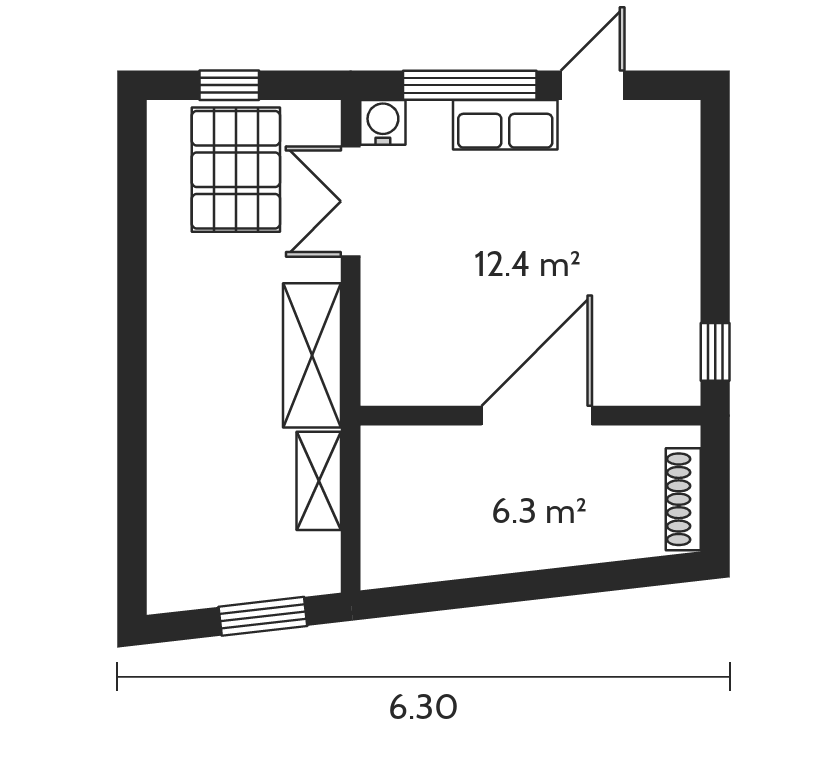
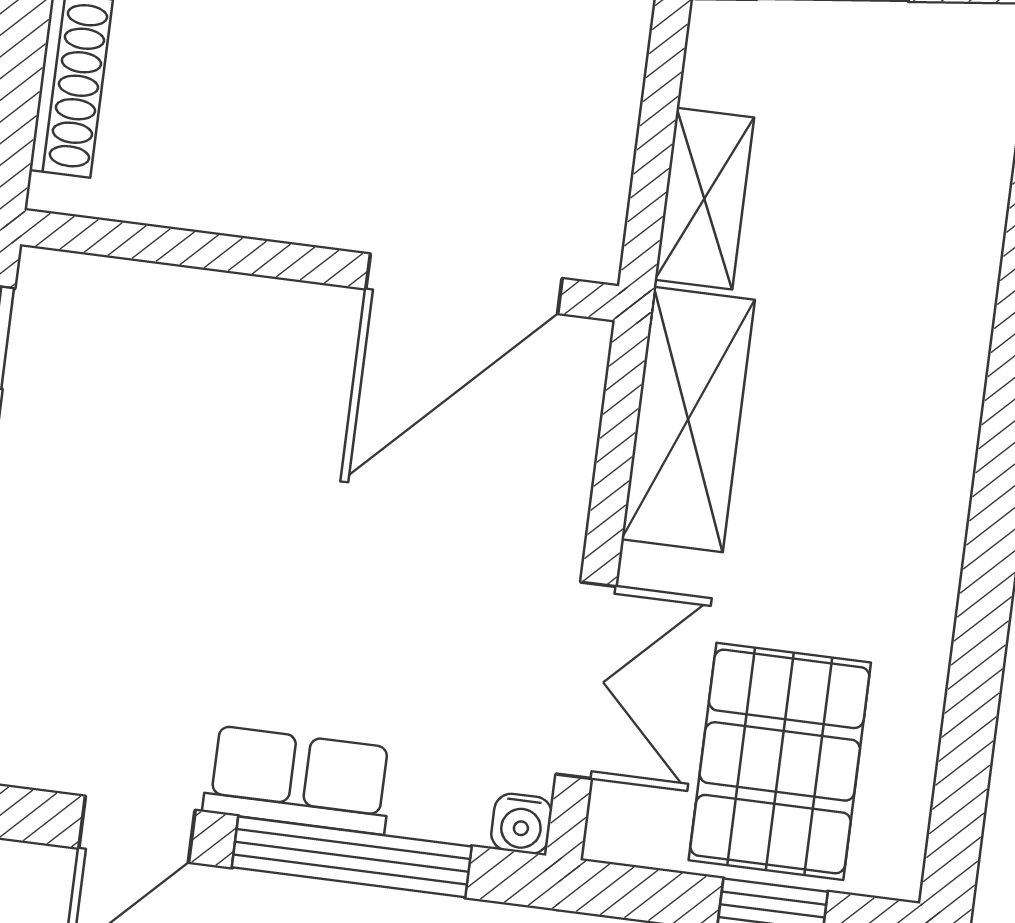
water cooler: (383, 122) -> (521, 824), width x0.72, depth x0.72
door: (537, 416) -> (464, 284), moved

